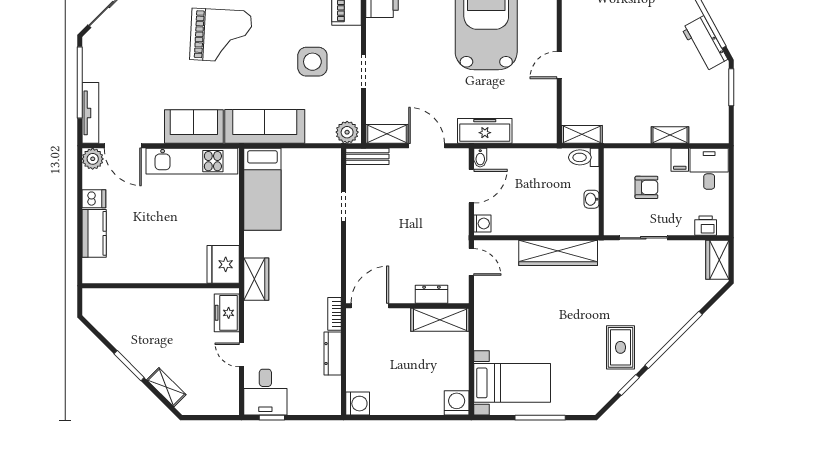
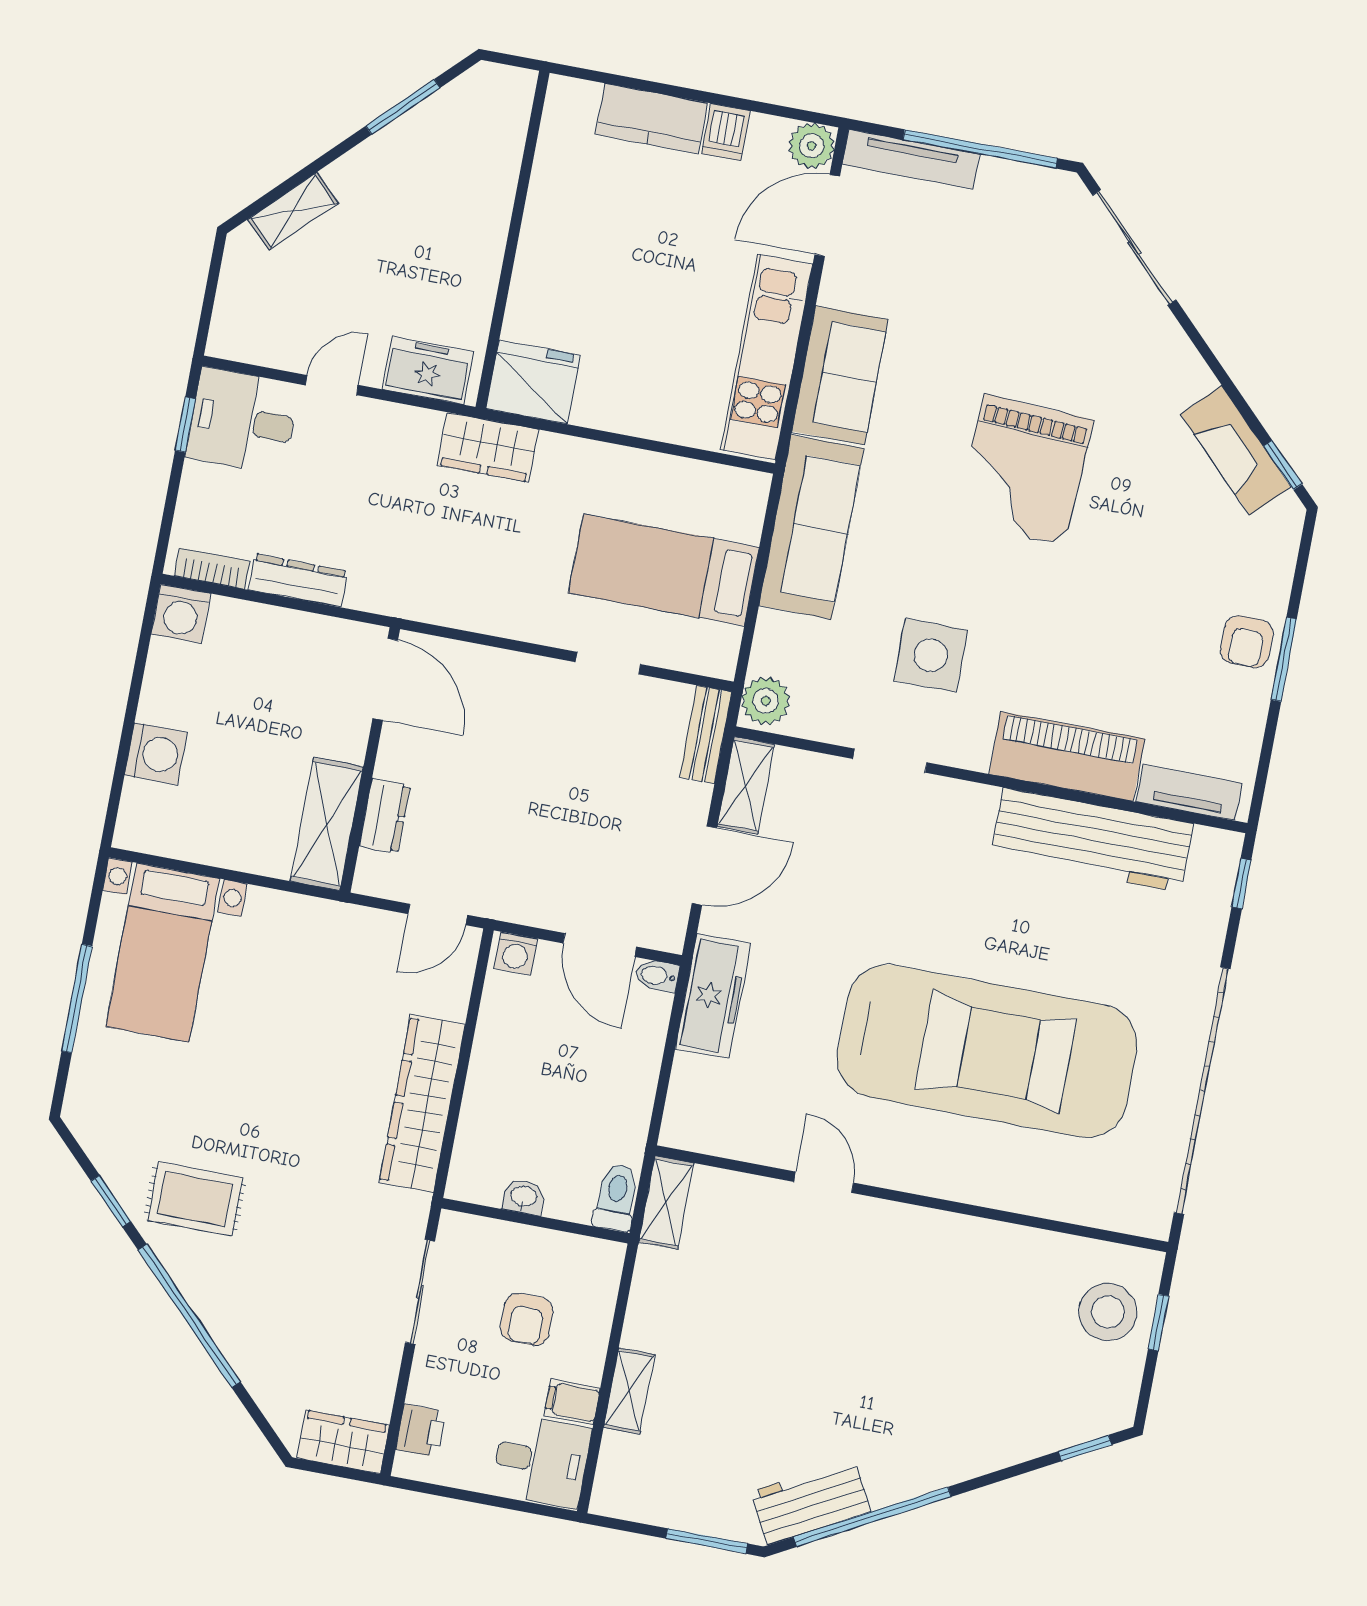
bed: (262, 189) -> (664, 570), moved
bookcase: (335, 314) -> (212, 568), moved
window: (129, 366) -> (403, 107), moved
washing machine: (457, 403) -> (156, 754), moved

